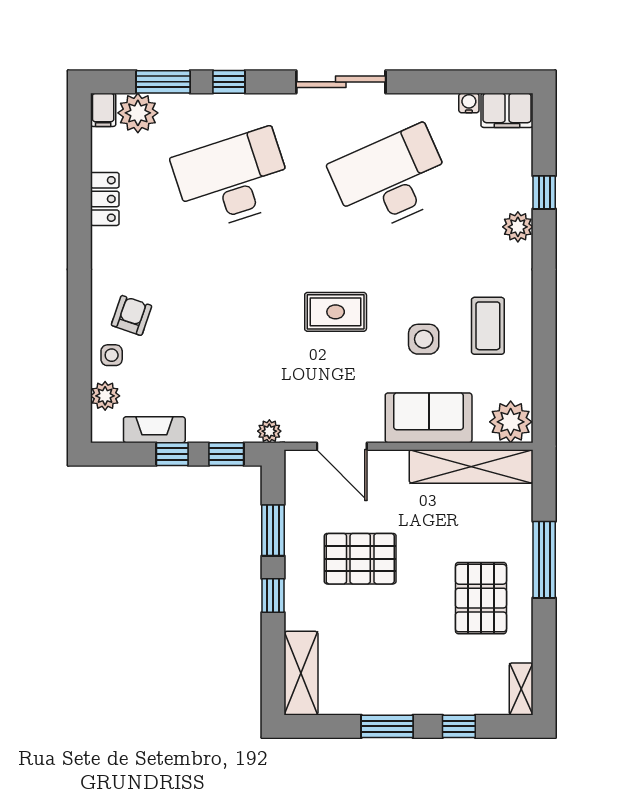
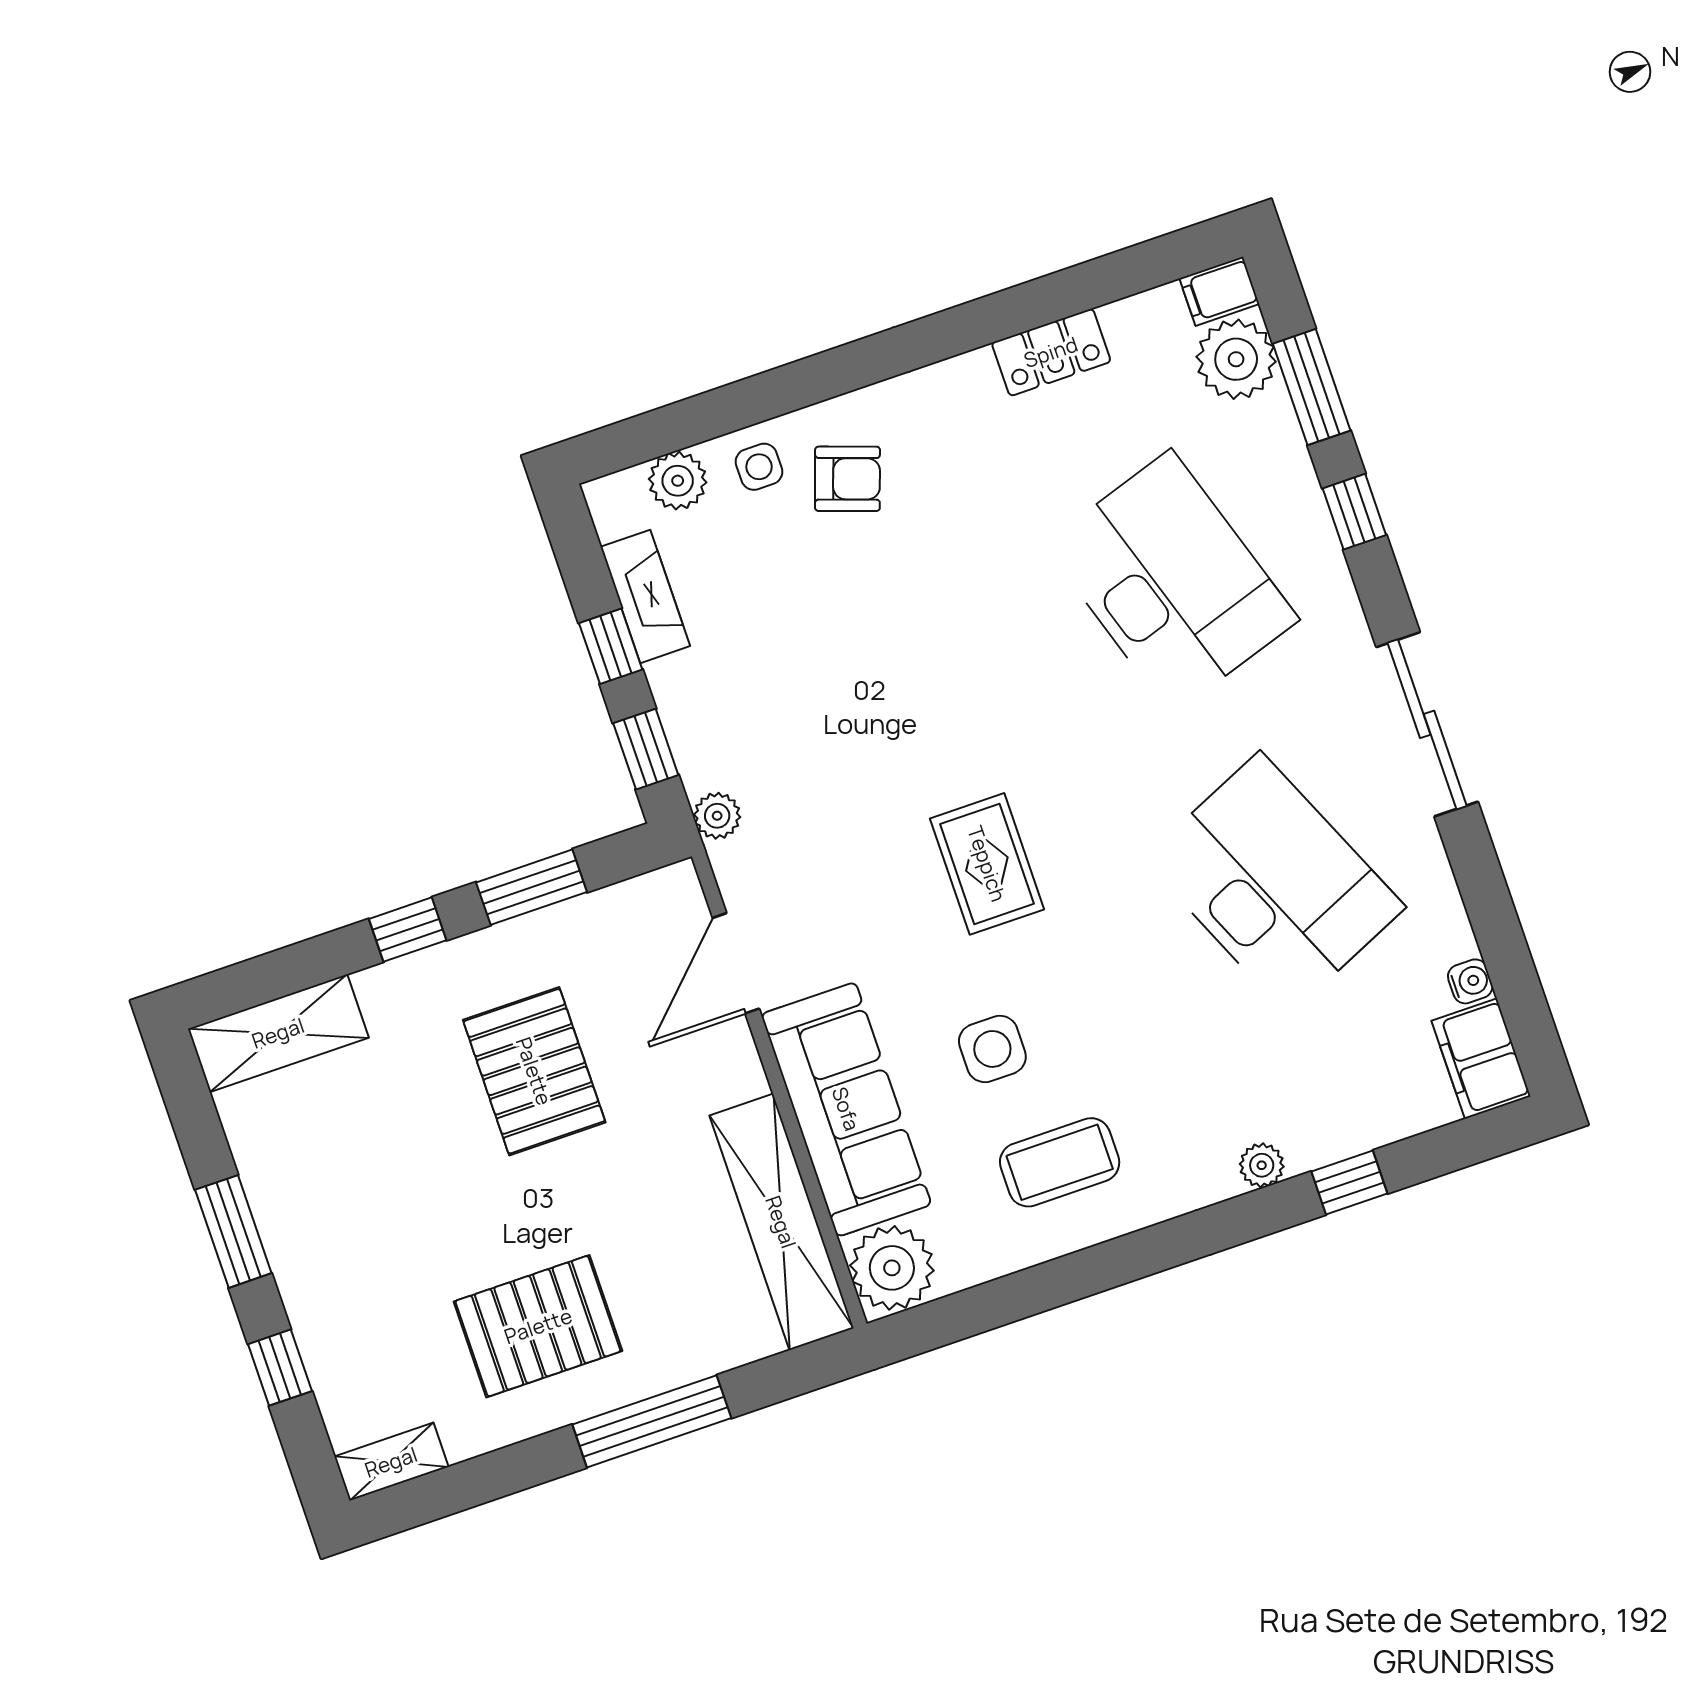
plant: (518, 227) -> (1262, 1165), width x0.73, depth x0.73
sofa: (429, 418) -> (846, 1109), width x1.36

